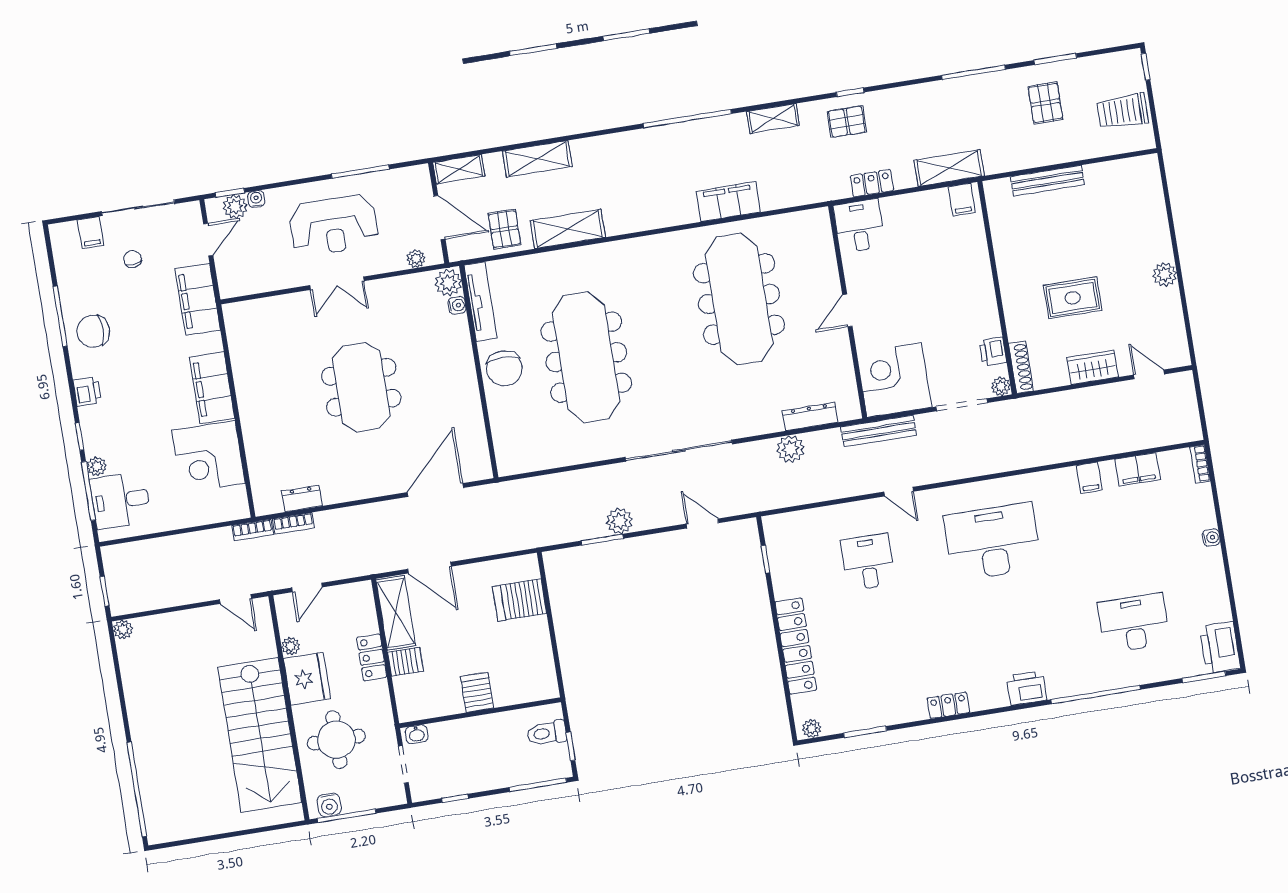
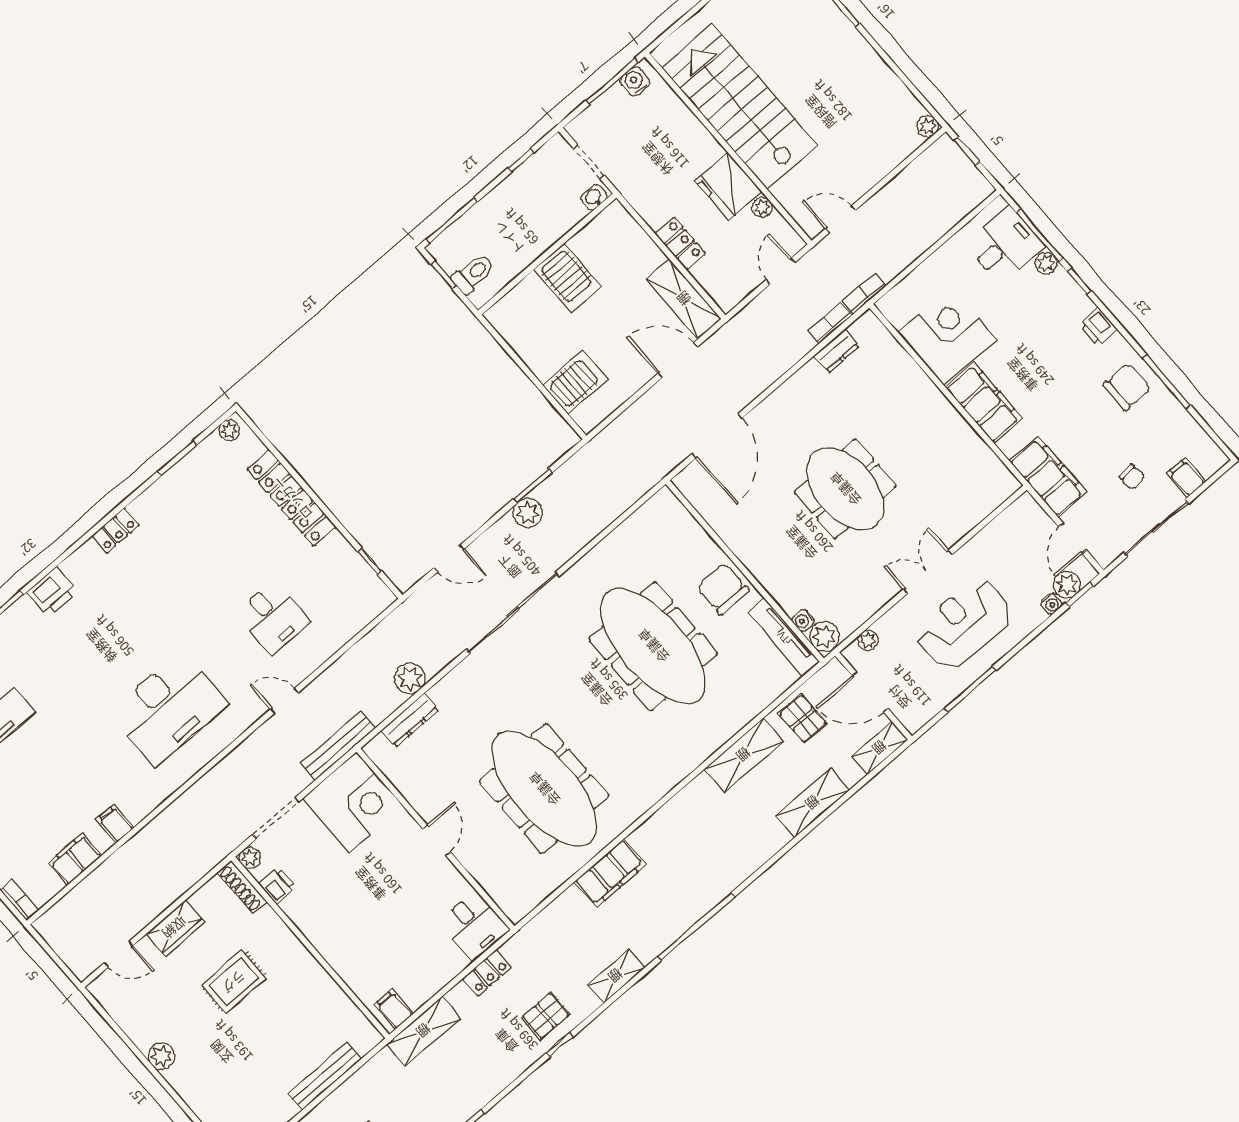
server rack: (406, 662) -> (646, 259), removed
server rack: (477, 692) -> (568, 278), width x1.36, depth x1.44
round table: (336, 740) -> (666, 146), removed

